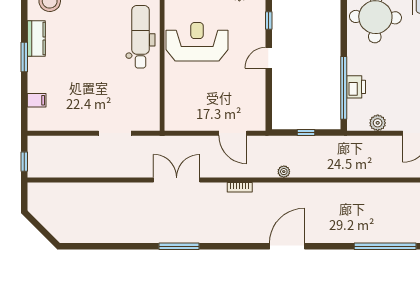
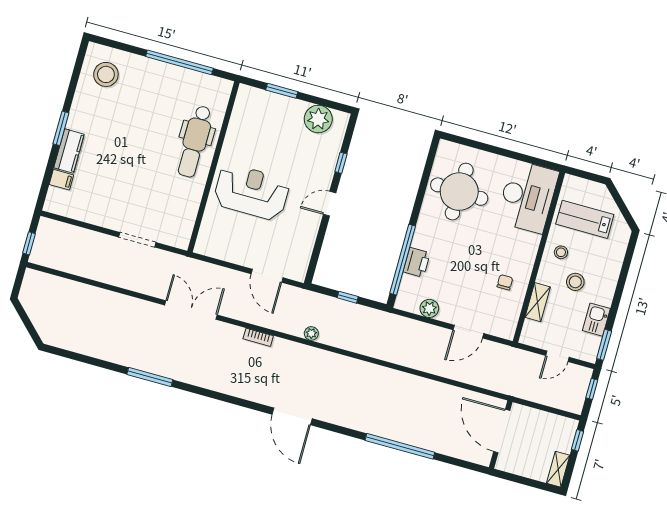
dental chair: (140, 37) -> (195, 141), turned 180
kitchen counter: (36, 39) -> (69, 151), moved
reception desk: (197, 42) -> (251, 192), moved
window: (179, 246) -> (150, 377), moved
door: (287, 246) -> (292, 416), swing flipped

